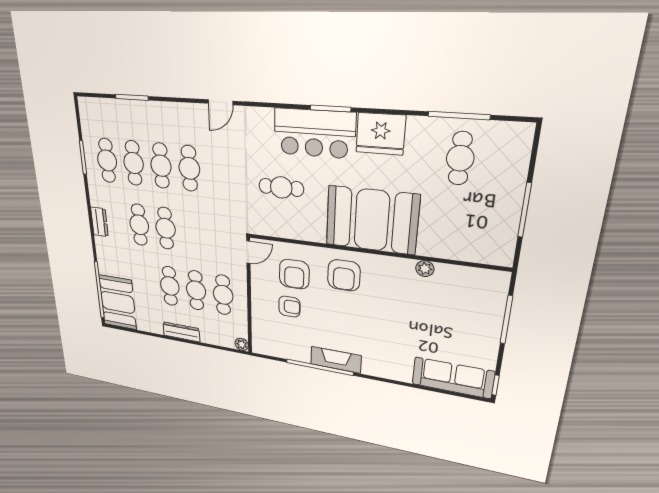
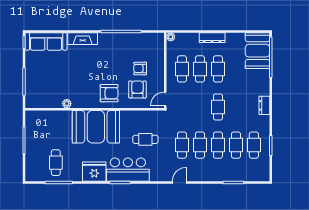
cafe table: (139, 225) -> (182, 145), moved
armchair: (344, 275) -> (109, 93), turned 90
fireplace: (336, 360) -> (83, 39), moved

